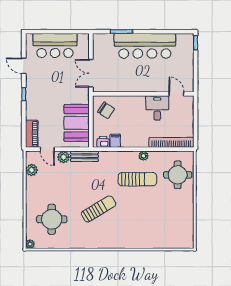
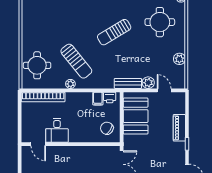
piano: (32, 134) -> (179, 128), moved
plant: (32, 170) -> (179, 59), moved
sun lounger: (137, 179) -> (76, 61), turned -129

